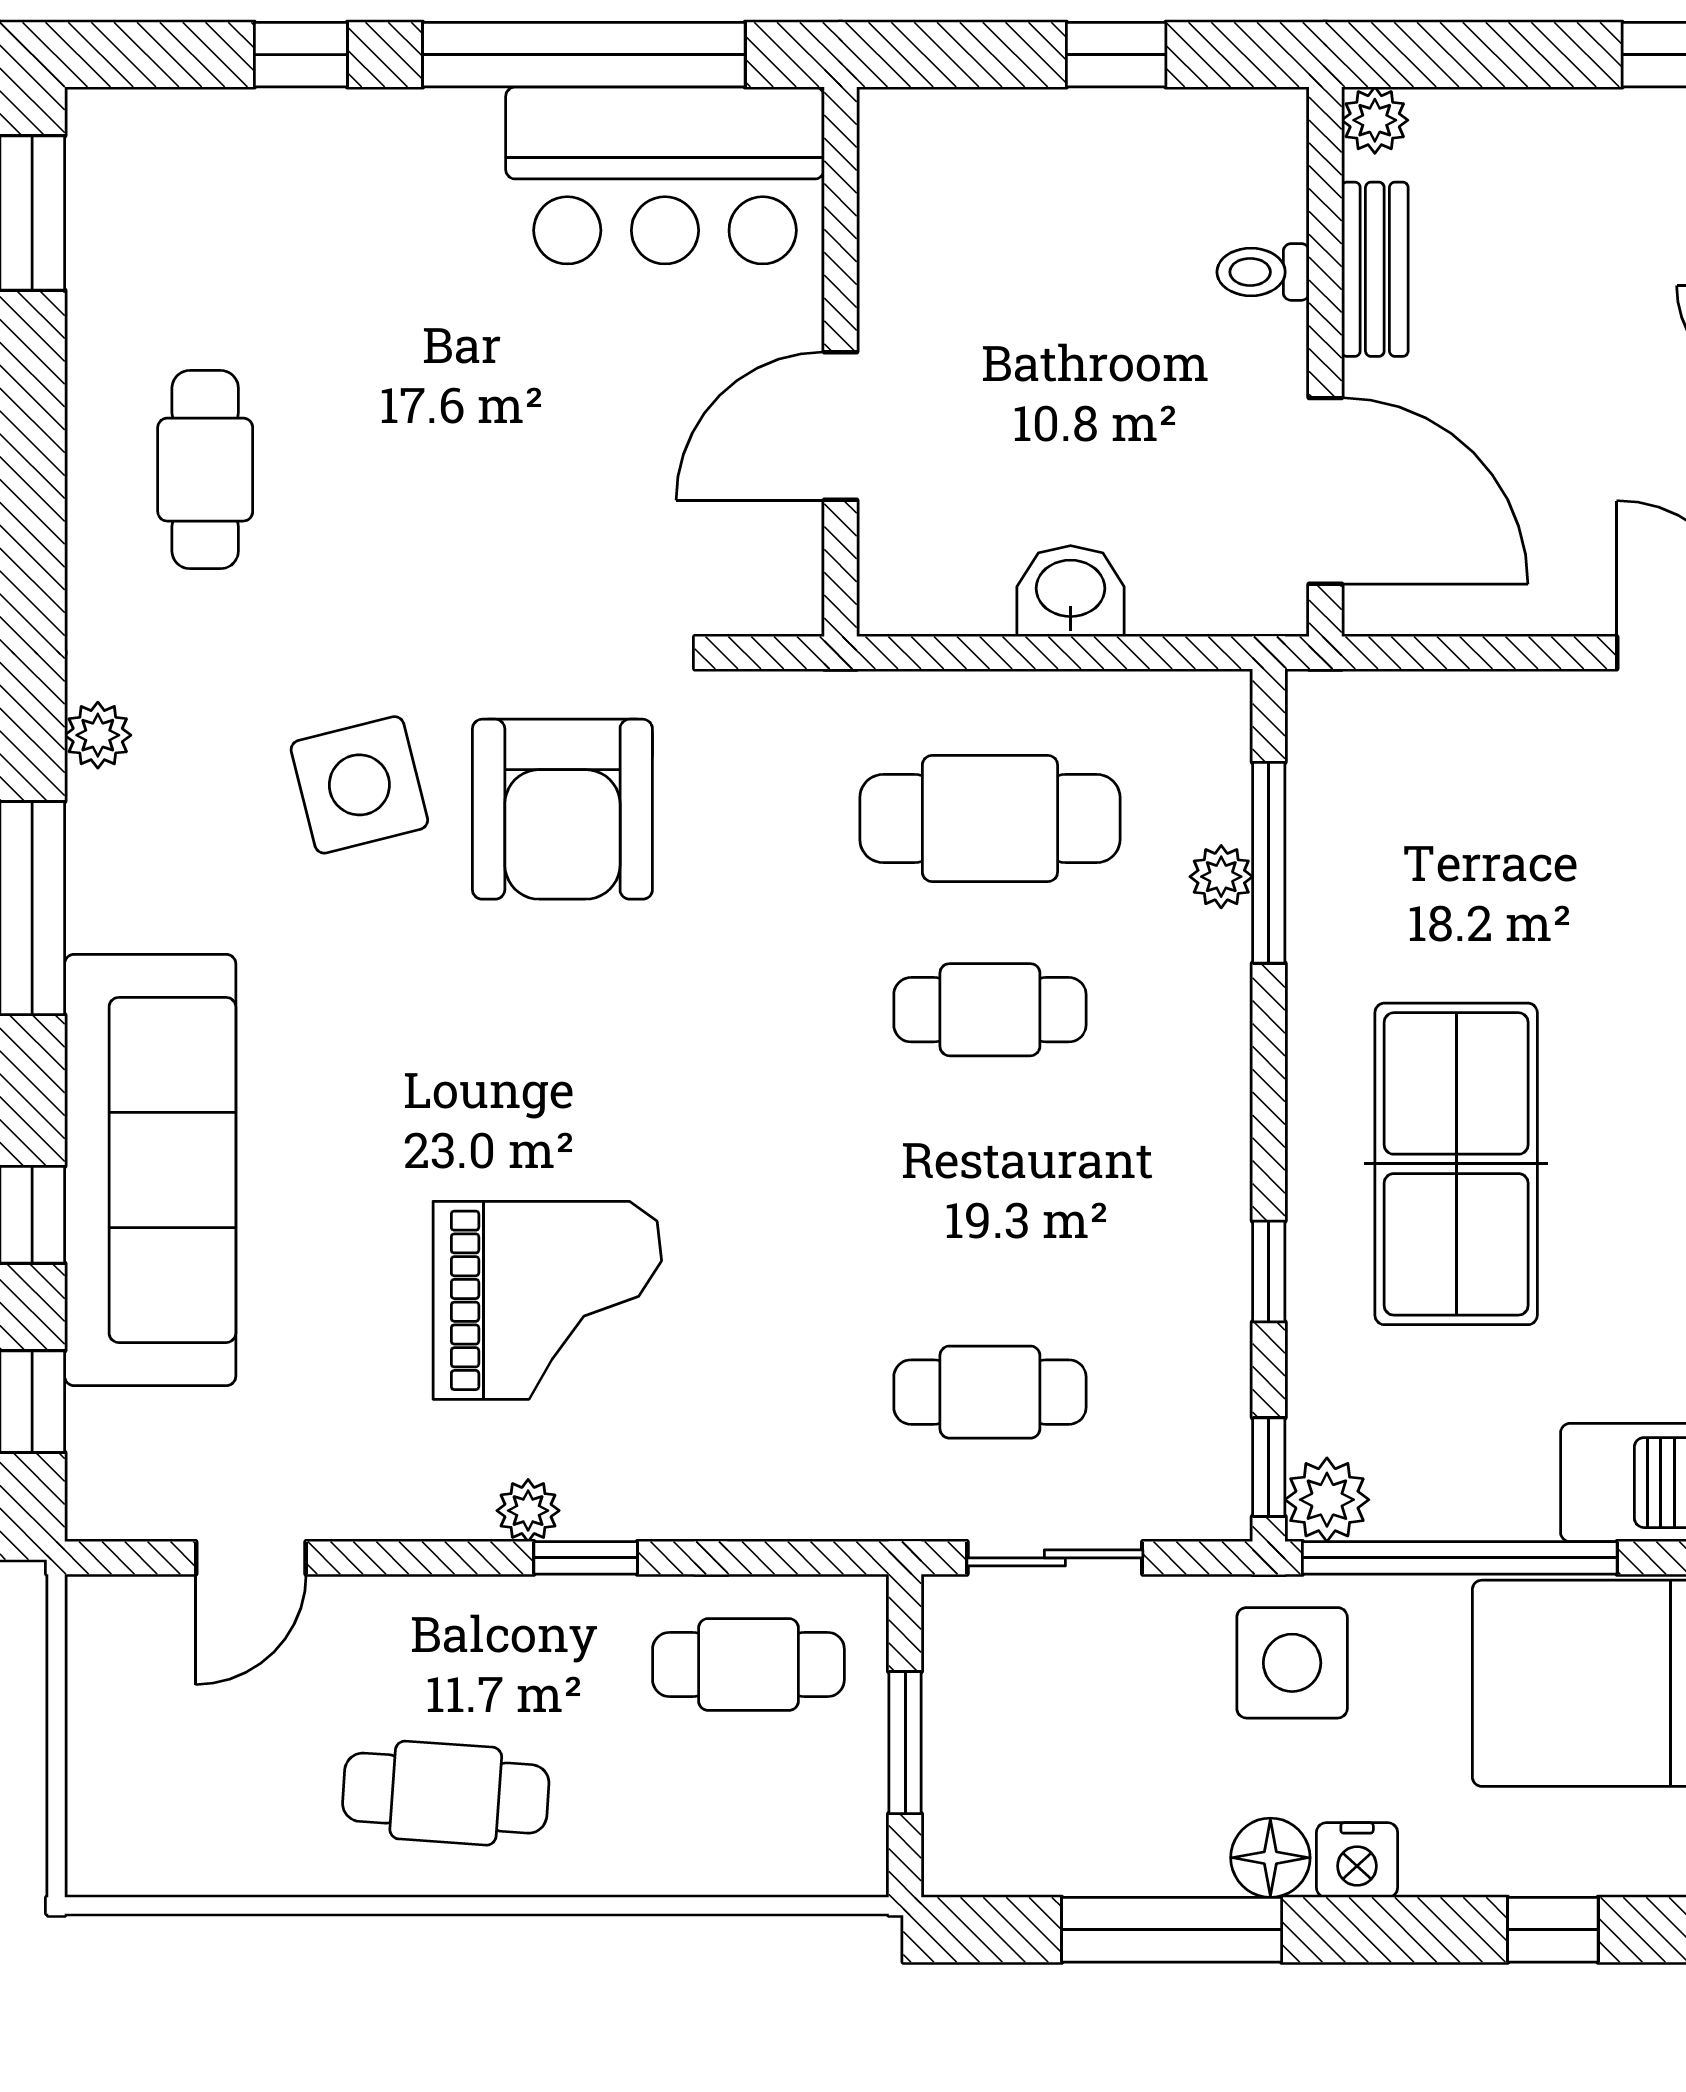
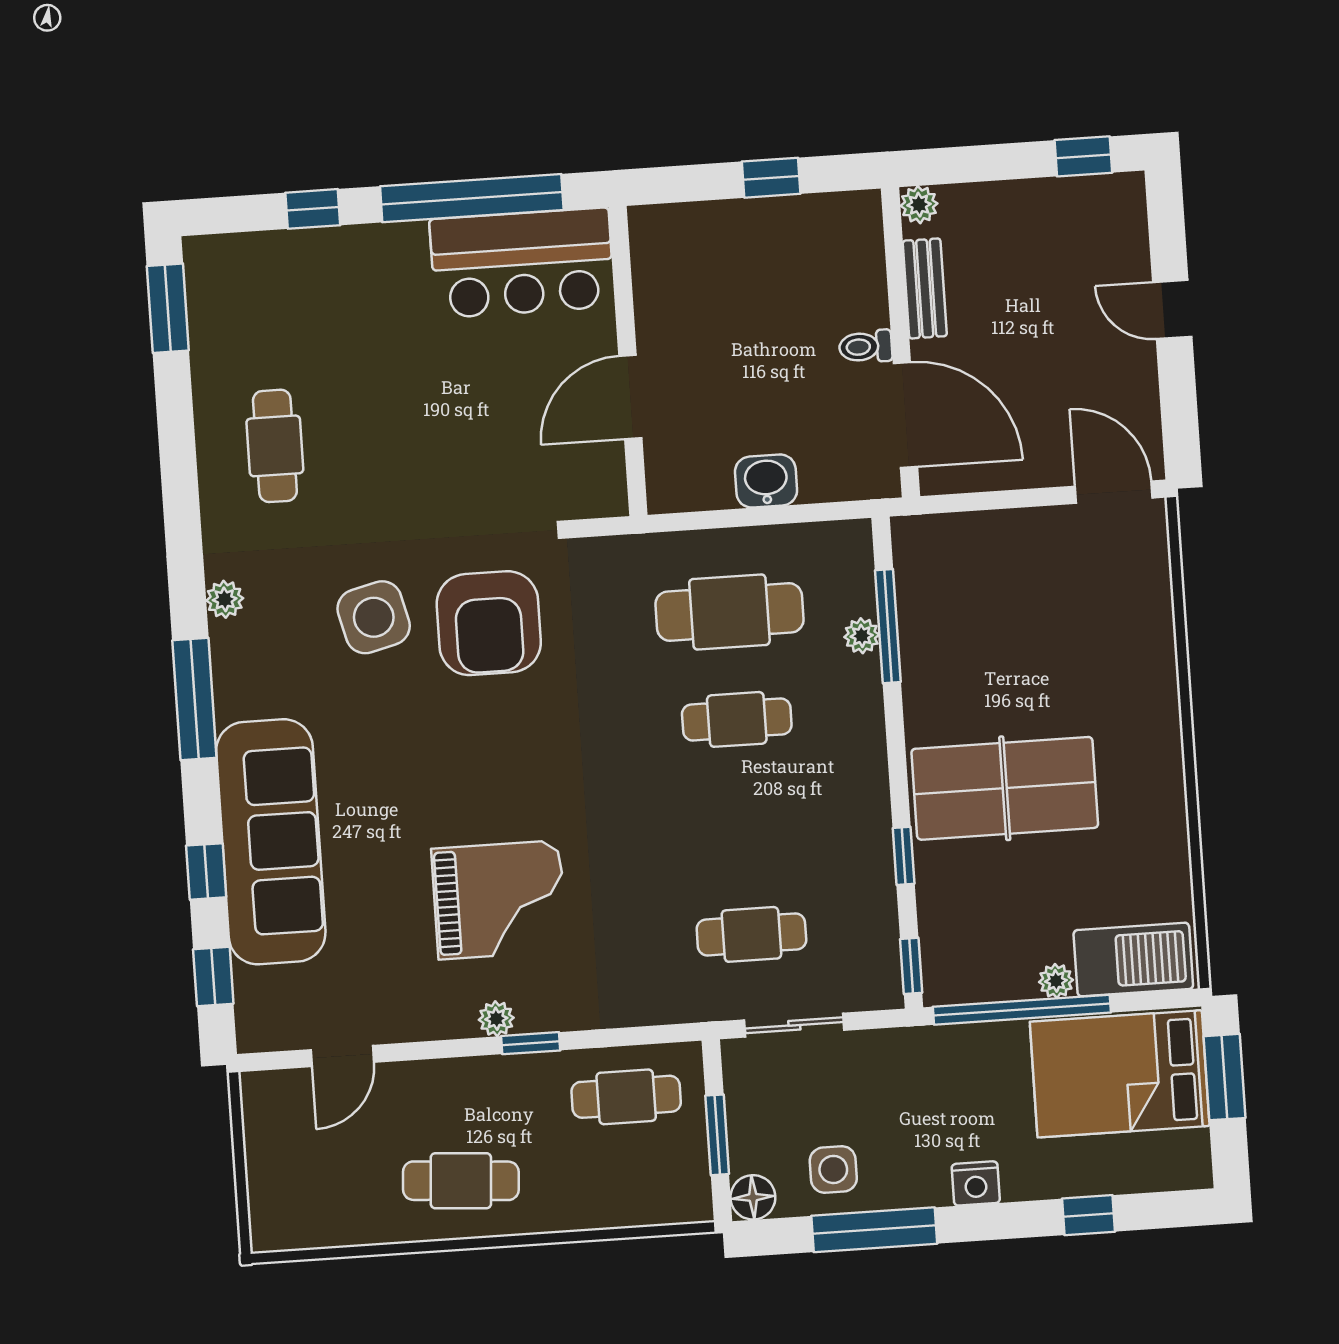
toilet: (1263, 272) -> (866, 347), moved
table tennis table: (1456, 1164) -> (1005, 788), turned 90
plant: (1327, 1500) -> (1056, 981), moved, width x0.73, depth x0.73
side table: (1292, 1663) -> (833, 1169), moved, width x0.73, depth x0.73
floor lamp: (1270, 1858) -> (753, 1197), moved

